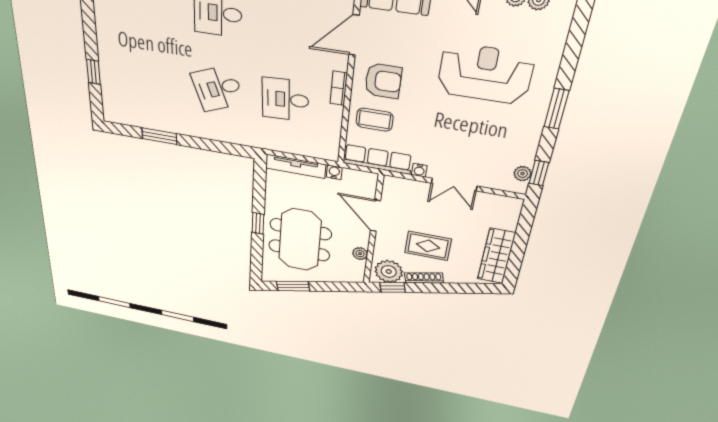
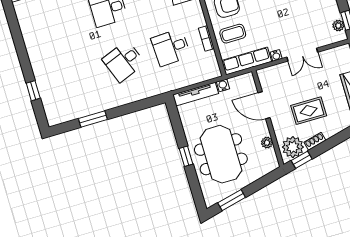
bookcase: (339, 88) -> (206, 38), moved
shoe rack: (424, 278) -> (315, 141), width x0.70

